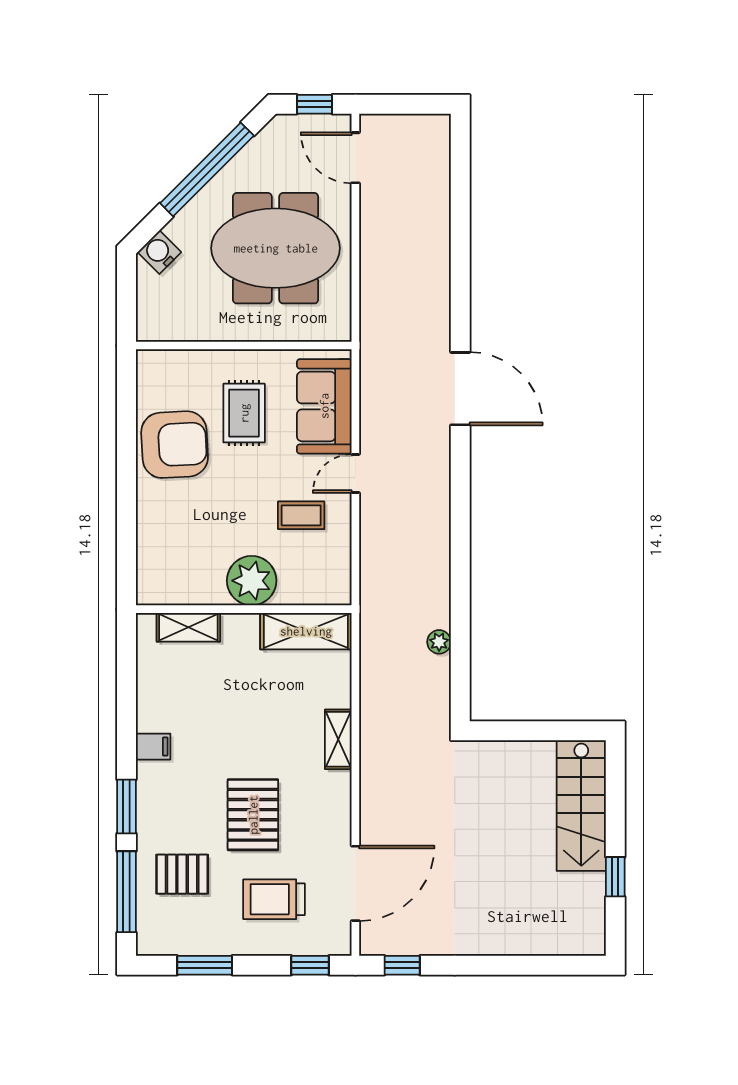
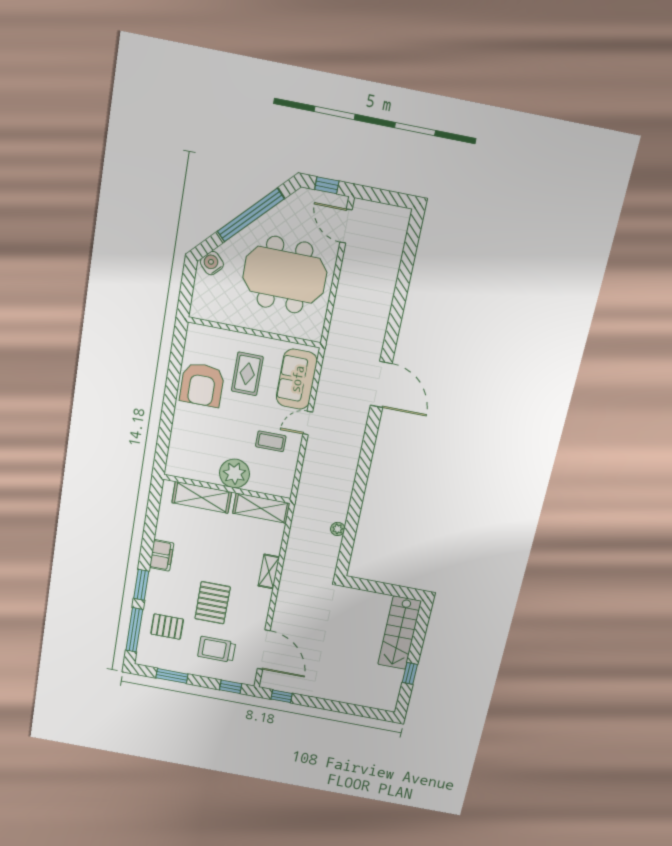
armchair: (175, 445) -> (202, 385), turned 93
shelving: (188, 627) -> (202, 497), width x1.50, depth x1.33
filing cabinet: (153, 747) -> (162, 555), width x2.00
door: (355, 883) -> (264, 650), hinge flipped

